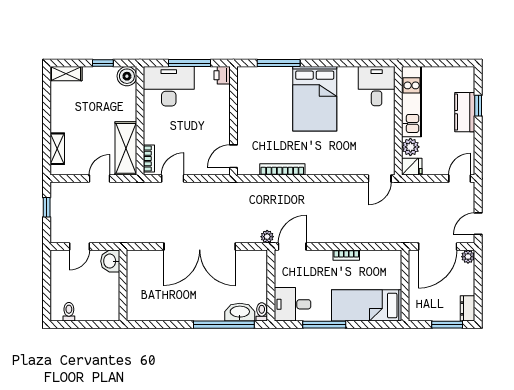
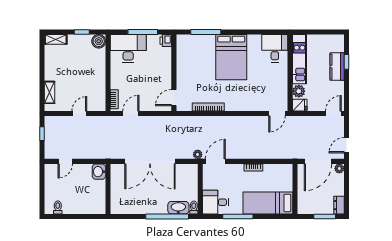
shelving: (126, 148) -> (98, 92), removed
washbasin: (110, 261) -> (99, 172), moved
wall: (123, 286) -> (108, 189), moved

